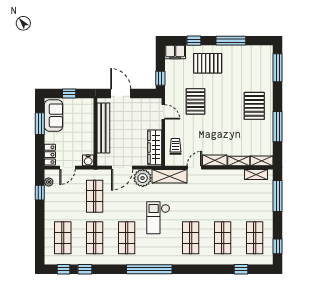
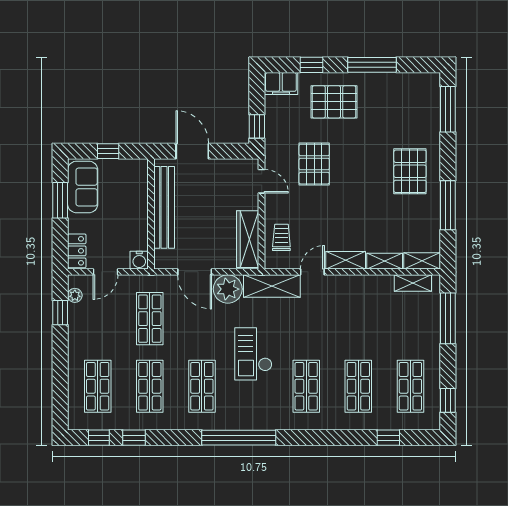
door: (122, 168) -> (195, 272), hinge flipped

